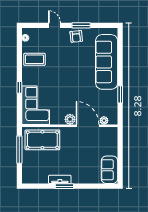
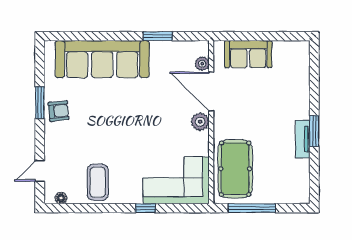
door: (55, 25) -> (40, 171), moved
door: (88, 126) -> (211, 92), hinge flipped
sofa: (110, 170) -> (248, 54), moved

